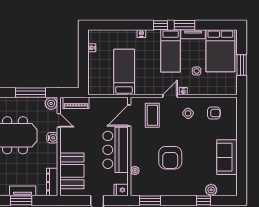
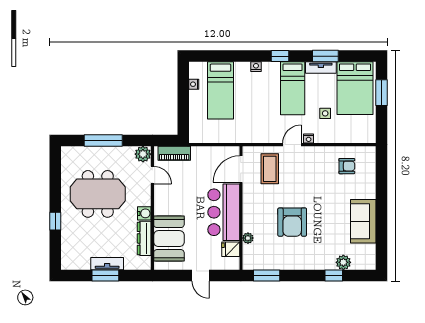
window: (185, 25) -> (325, 56), moved
window: (242, 65) -> (382, 93), moved
bed: (124, 72) -> (220, 90), moved, turned 180
window: (30, 93) -> (103, 140), moved
side table: (188, 113) -> (314, 166), removed
water cooler: (52, 138) -> (144, 213), moved
dresser: (52, 182) -> (144, 238), moved
fridge: (121, 190) -> (231, 249), moved

